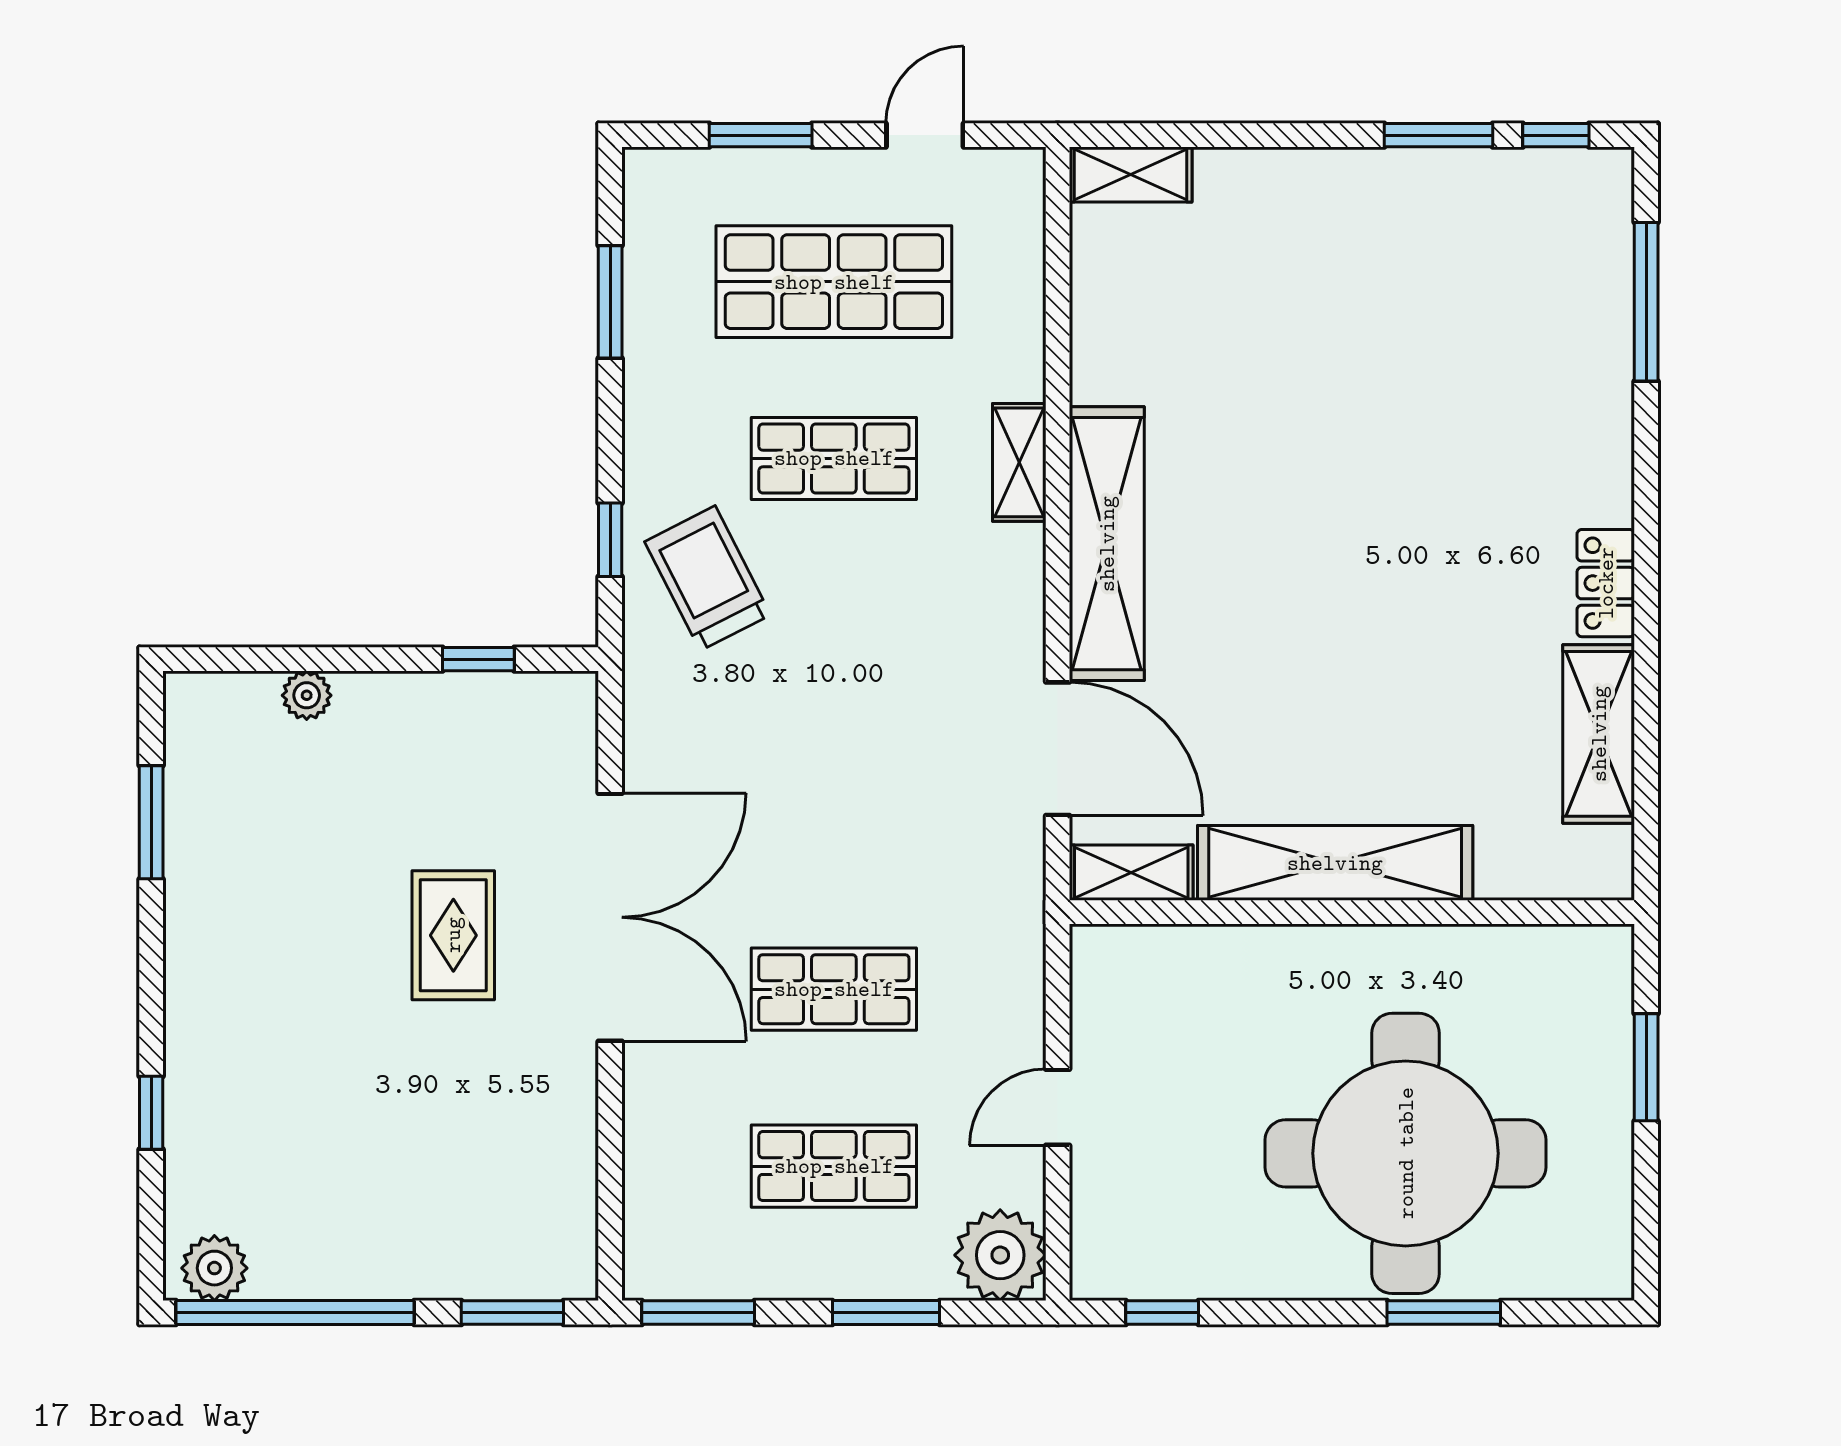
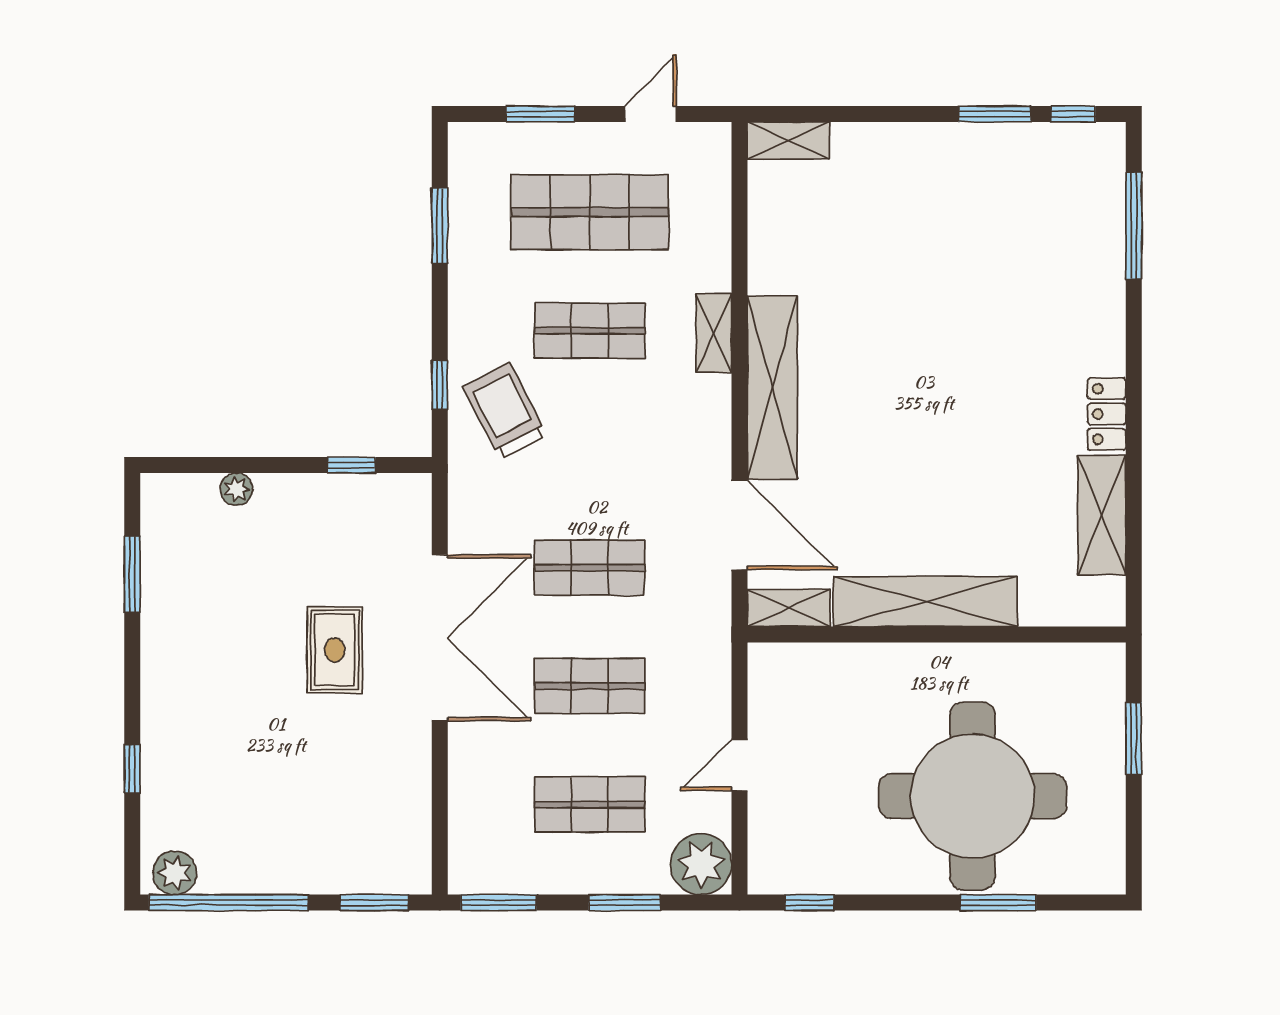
shop shelf: (834, 812) -> (590, 568), added

